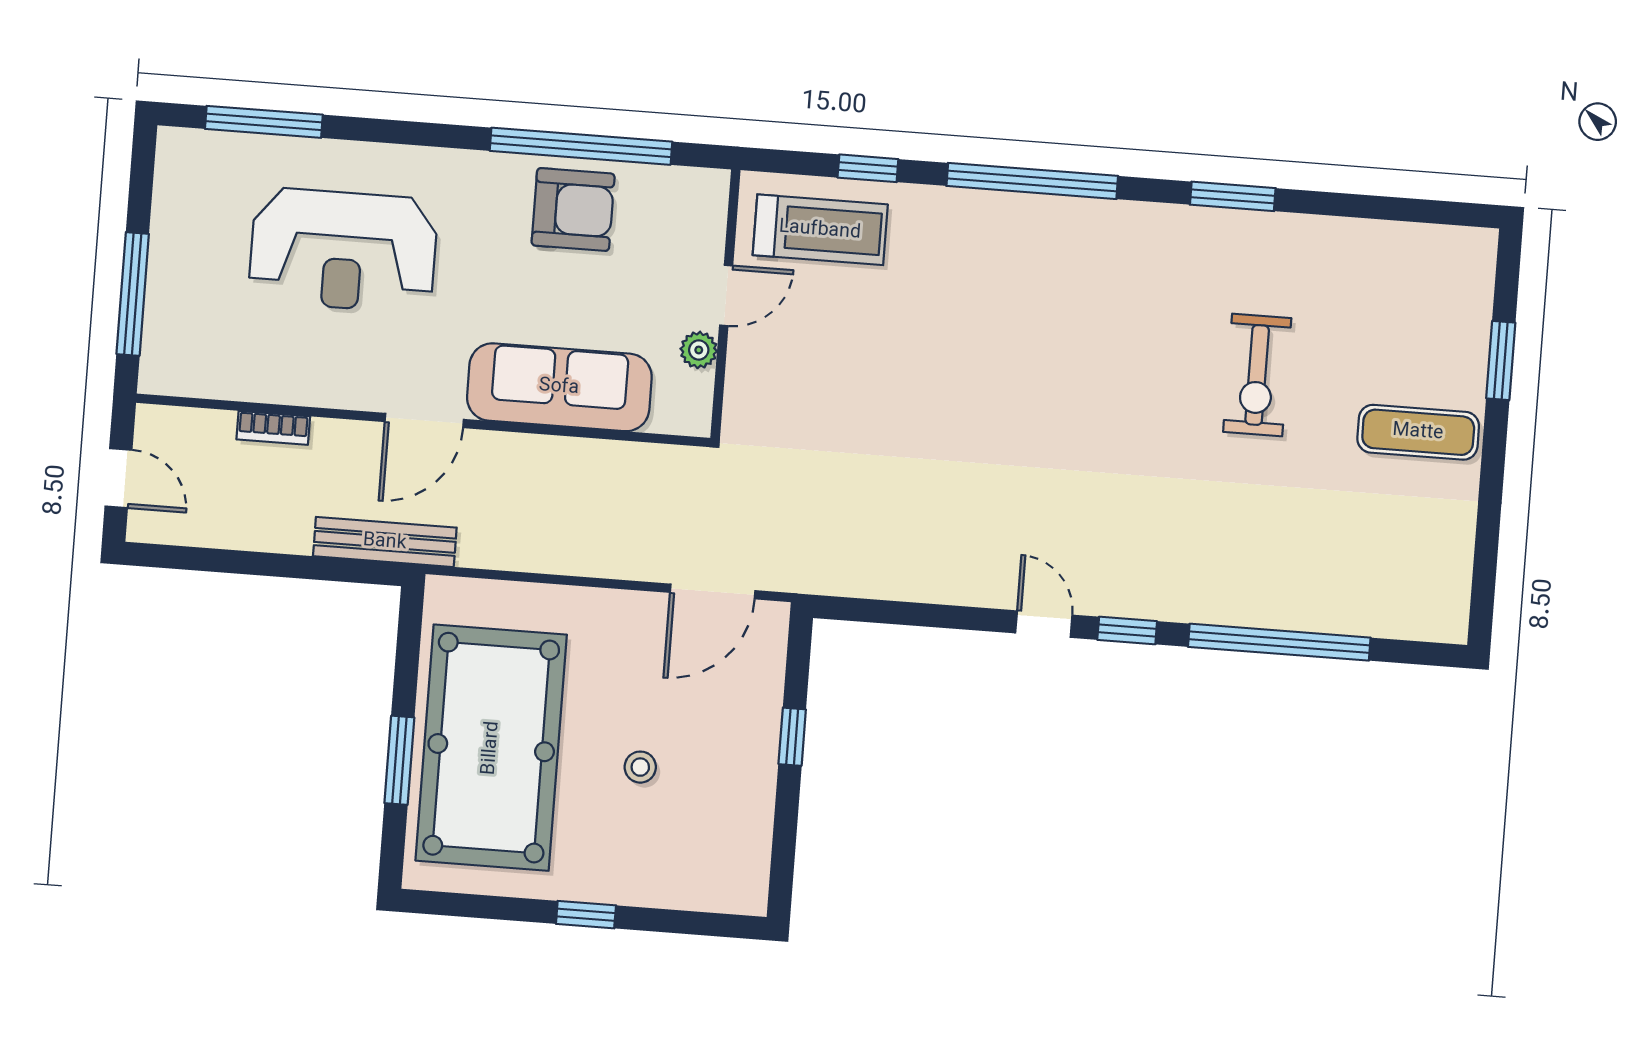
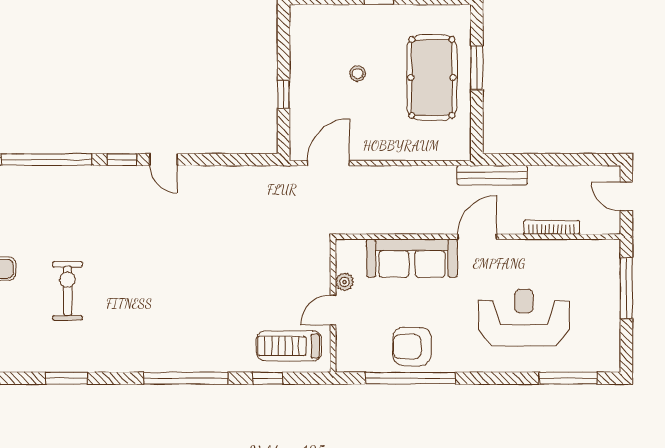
window: (1233, 196) -> (67, 378), moved
bookcase: (273, 428) -> (552, 227), width x1.56
pool table: (491, 748) -> (432, 78), width x0.73, depth x0.76

